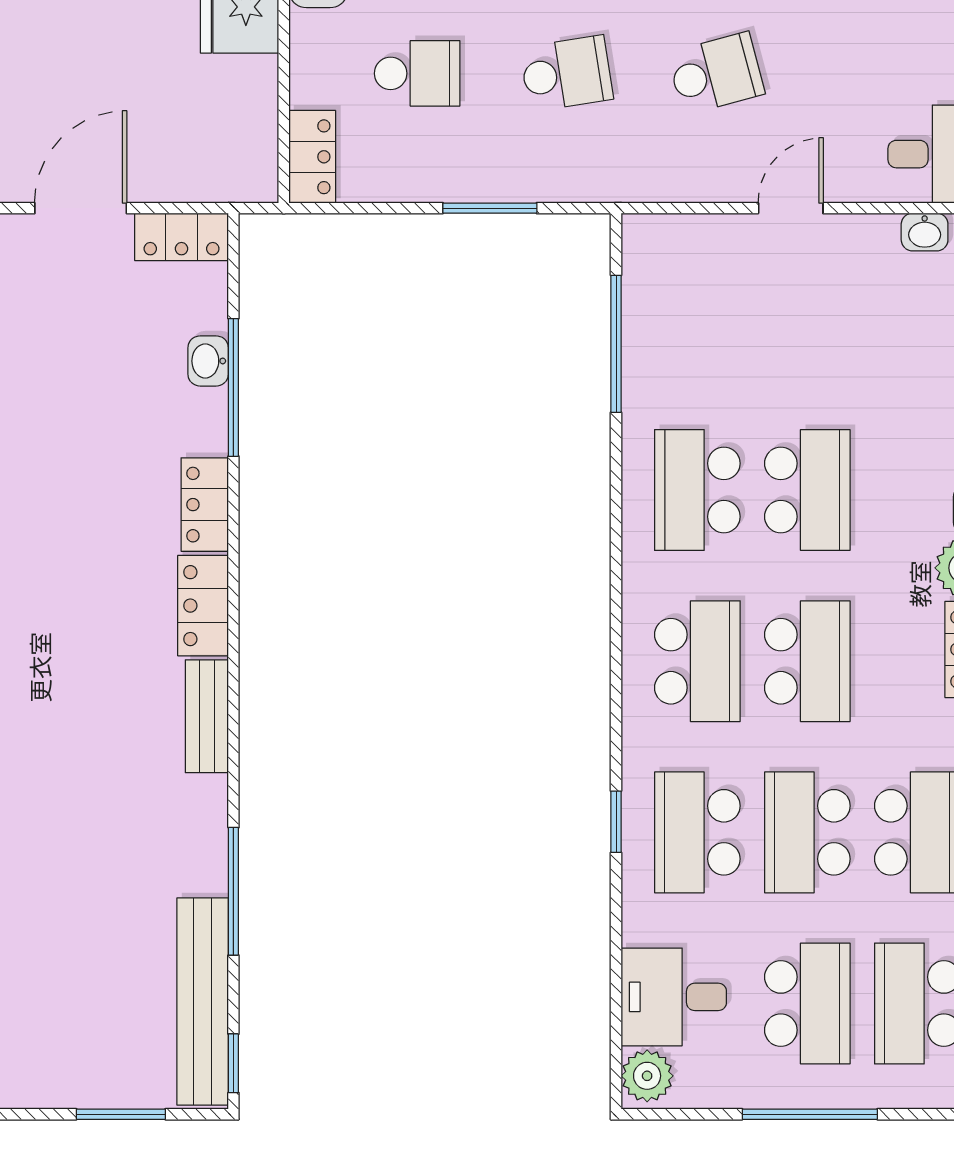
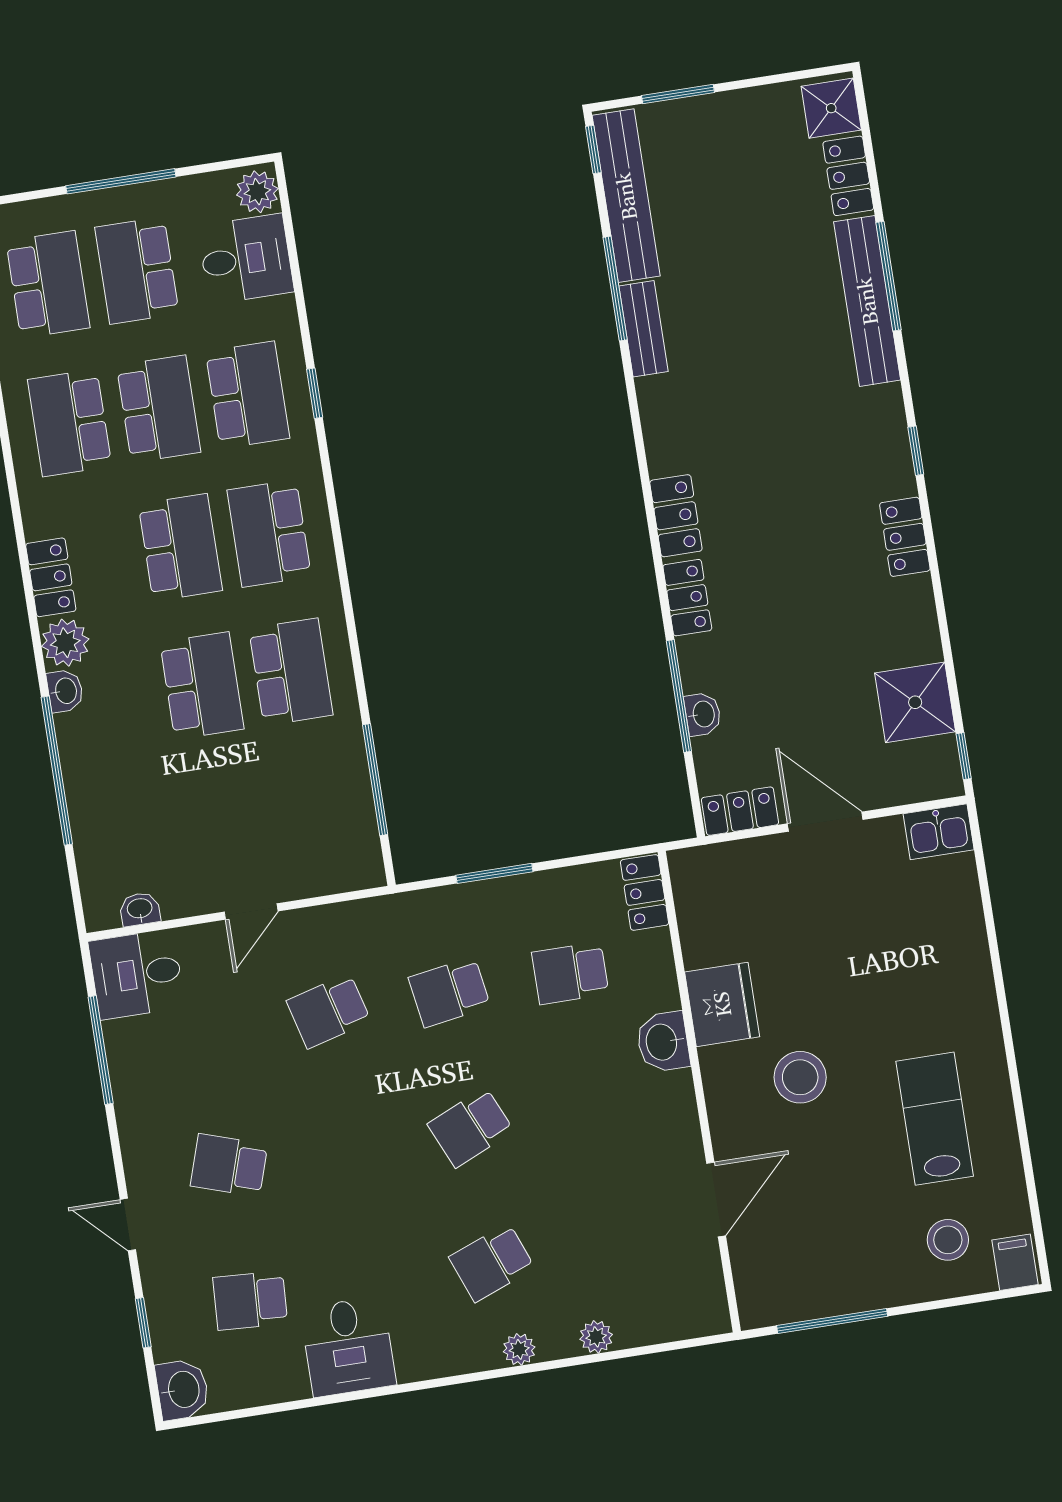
door: (81, 208) -> (825, 822), swing flipped
school desk: (807, 490) -> (202, 686), turned 180
school desk: (807, 661) -> (180, 547), turned 180
bench: (207, 716) -> (643, 329), moved

